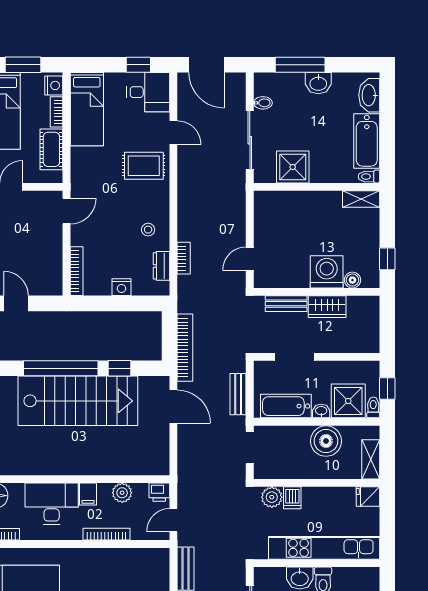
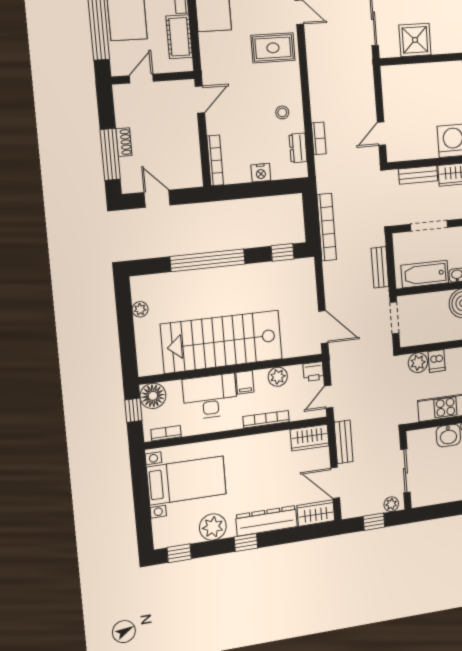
window: (119, 368) -> (283, 252), moved
stairs: (78, 401) -> (222, 342), moved, turned 180
door: (173, 406) -> (323, 327), moved
wardrobe: (150, 559) -> (310, 438), added

